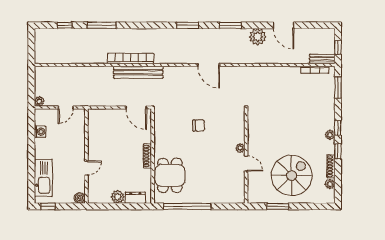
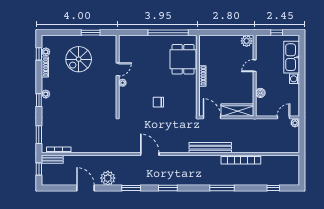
window: (102, 25) -> (222, 188), moved
bookcase: (131, 59) -> (241, 160), moved
door: (66, 108) -> (283, 117), moved
wardrobe: (107, 116) -> (237, 110), added
washing machine: (40, 132) -> (294, 79), moved
window: (338, 151) -> (39, 54), moved
door: (246, 163) -> (118, 69), swing flipped
spiral stairs: (292, 175) -> (79, 59), width x0.73, depth x0.73
plant: (118, 197) -> (247, 41), moved
boiler: (80, 198) -> (260, 93), moved
dresser: (135, 198) -> (213, 40), removed
window: (48, 206) -> (277, 33), moved

